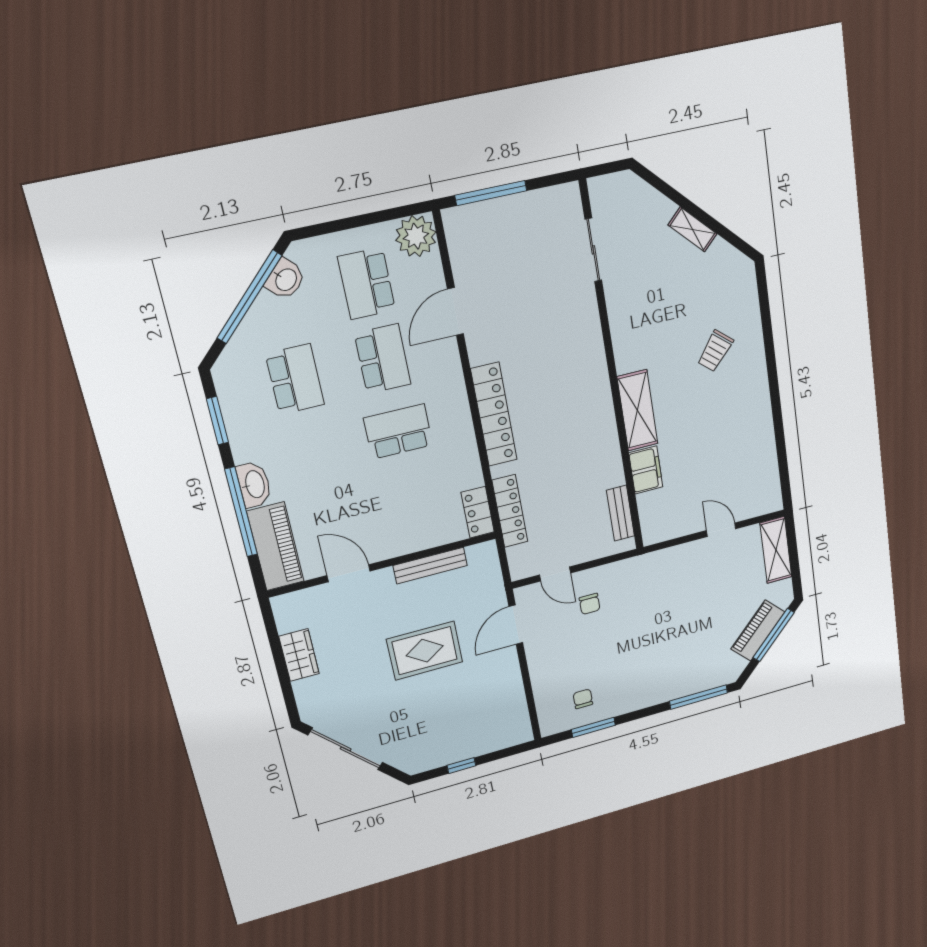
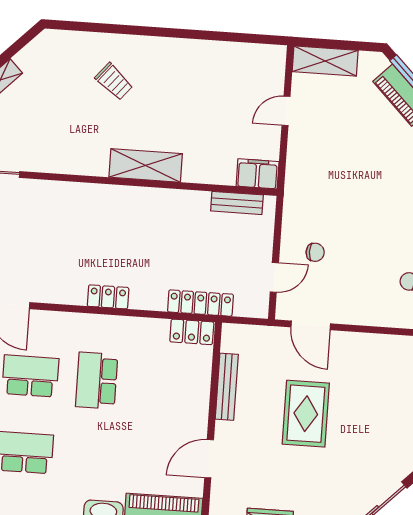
locker: (494, 414) -> (108, 297), width x0.46, depth x0.83
filing cabinet: (646, 470) -> (258, 174), moved

